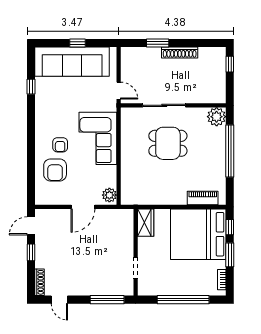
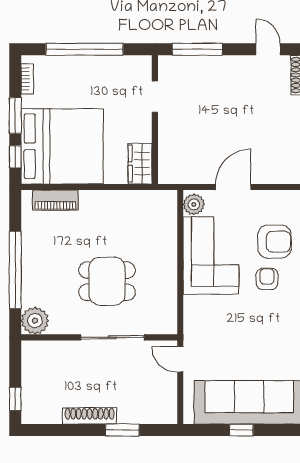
corner sofa: (98, 138) -> (211, 255), moved
armchair: (55, 170) -> (274, 242), turned 90

